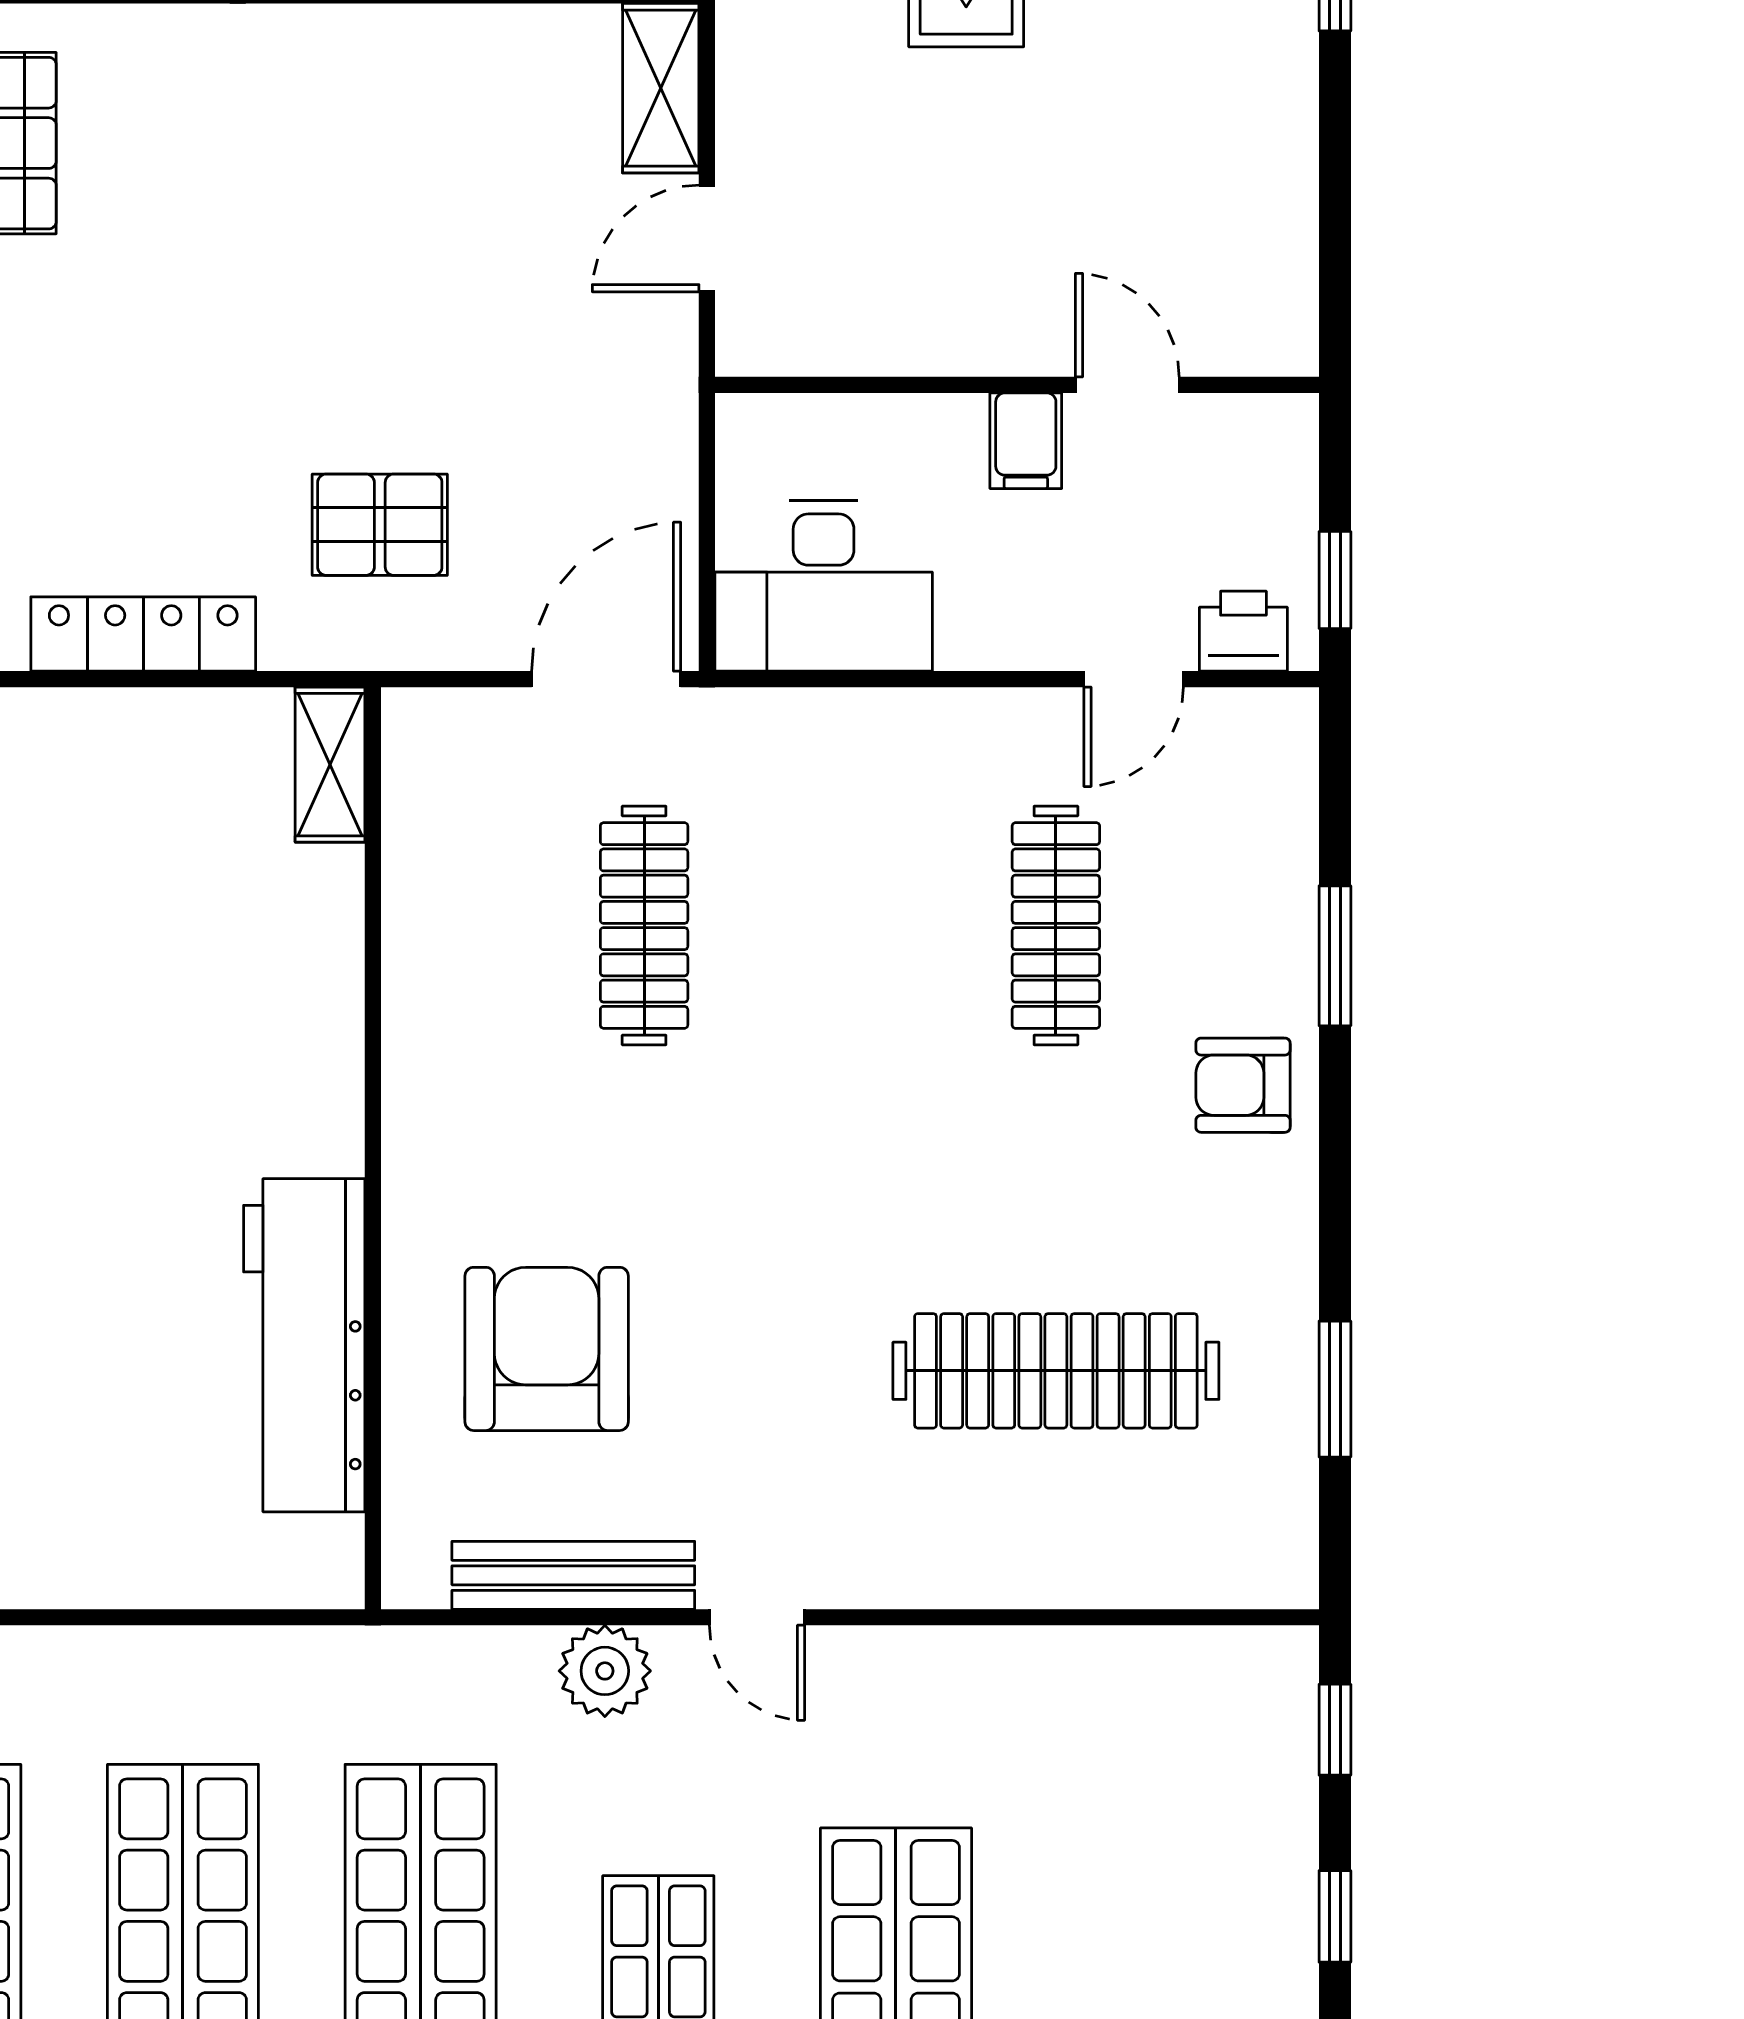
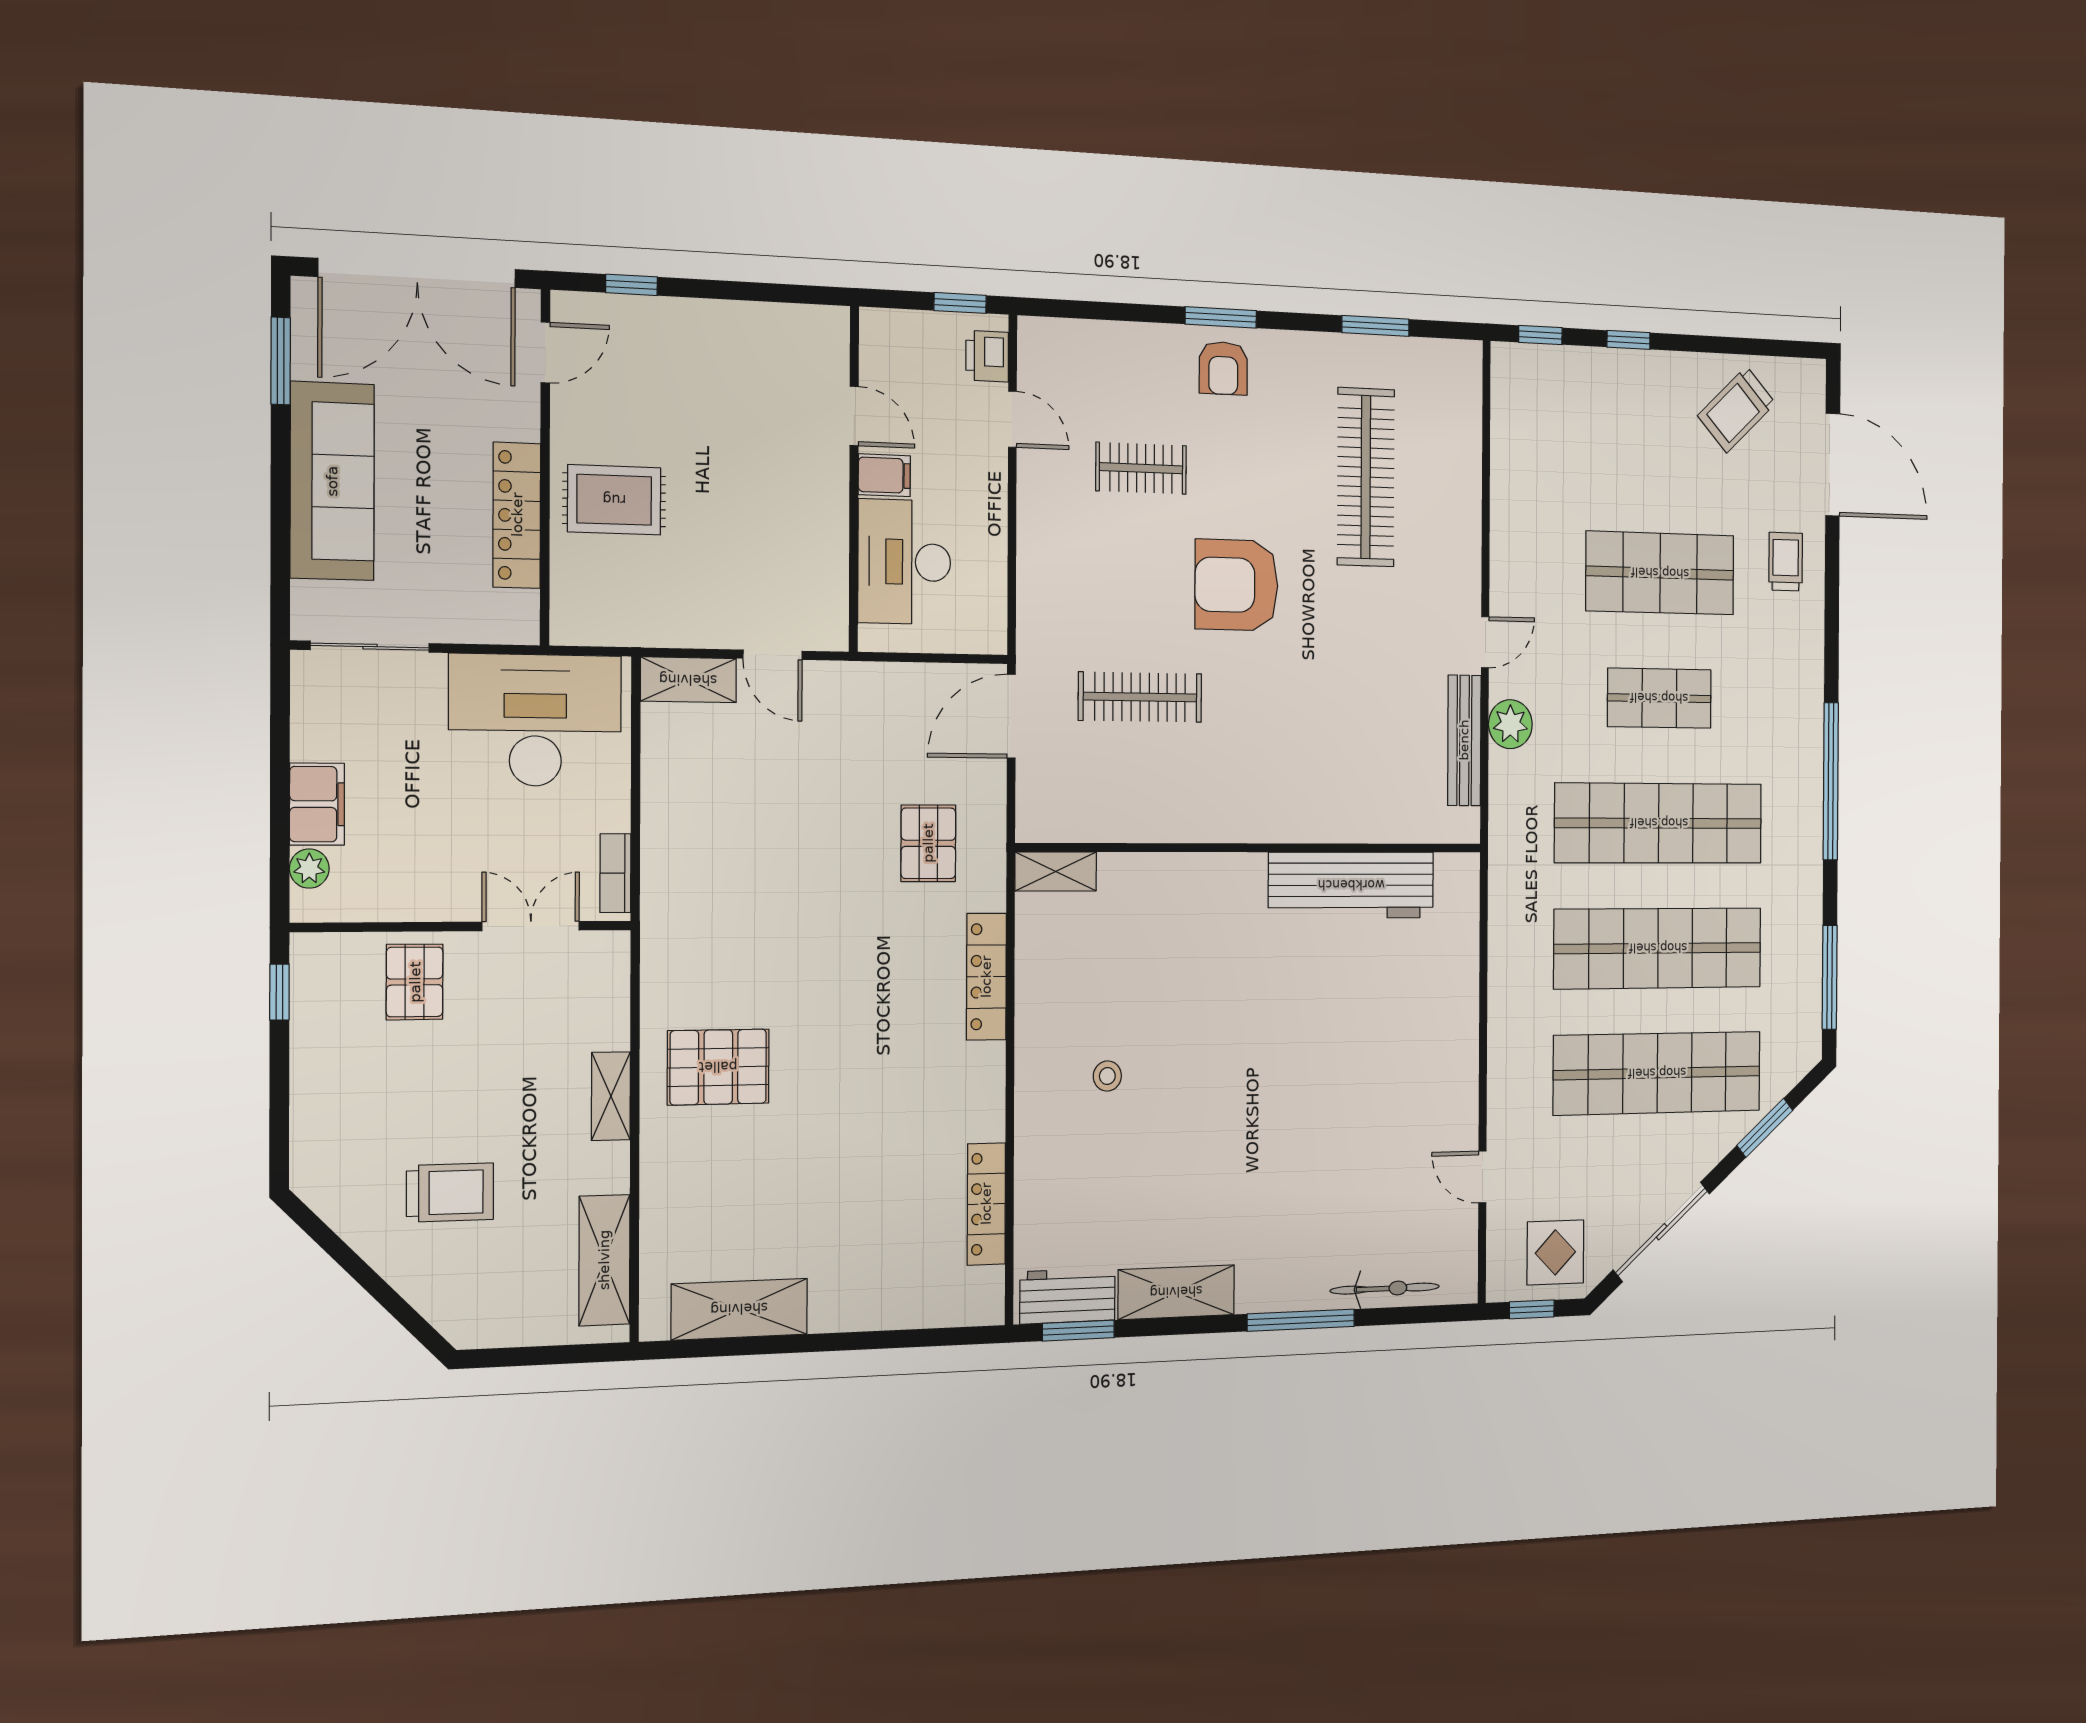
door: (1127, 385) -> (854, 416), swing flipped
desk: (824, 586) -> (904, 562), moved, turned 180
door: (606, 679) -> (1011, 716), hinge flipped
clothes rail: (1056, 926) -> (1141, 468), width x0.73
window: (1335, 956) -> (1221, 317), moved
armchair: (547, 1349) -> (1237, 585), moved

